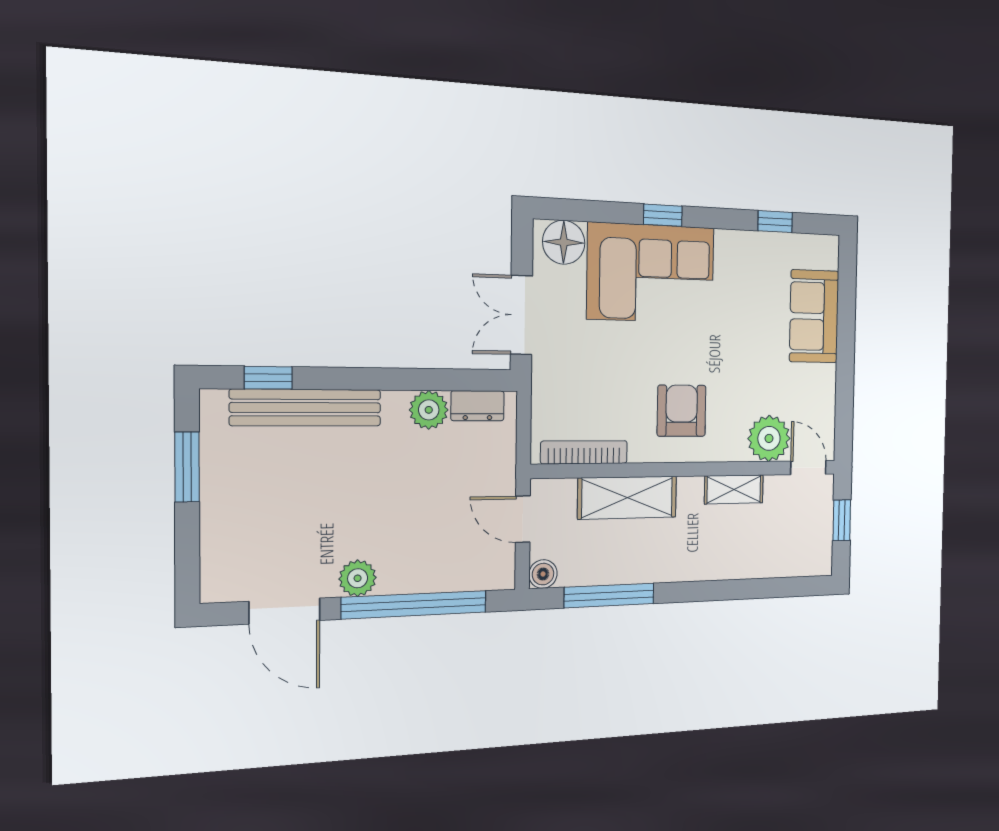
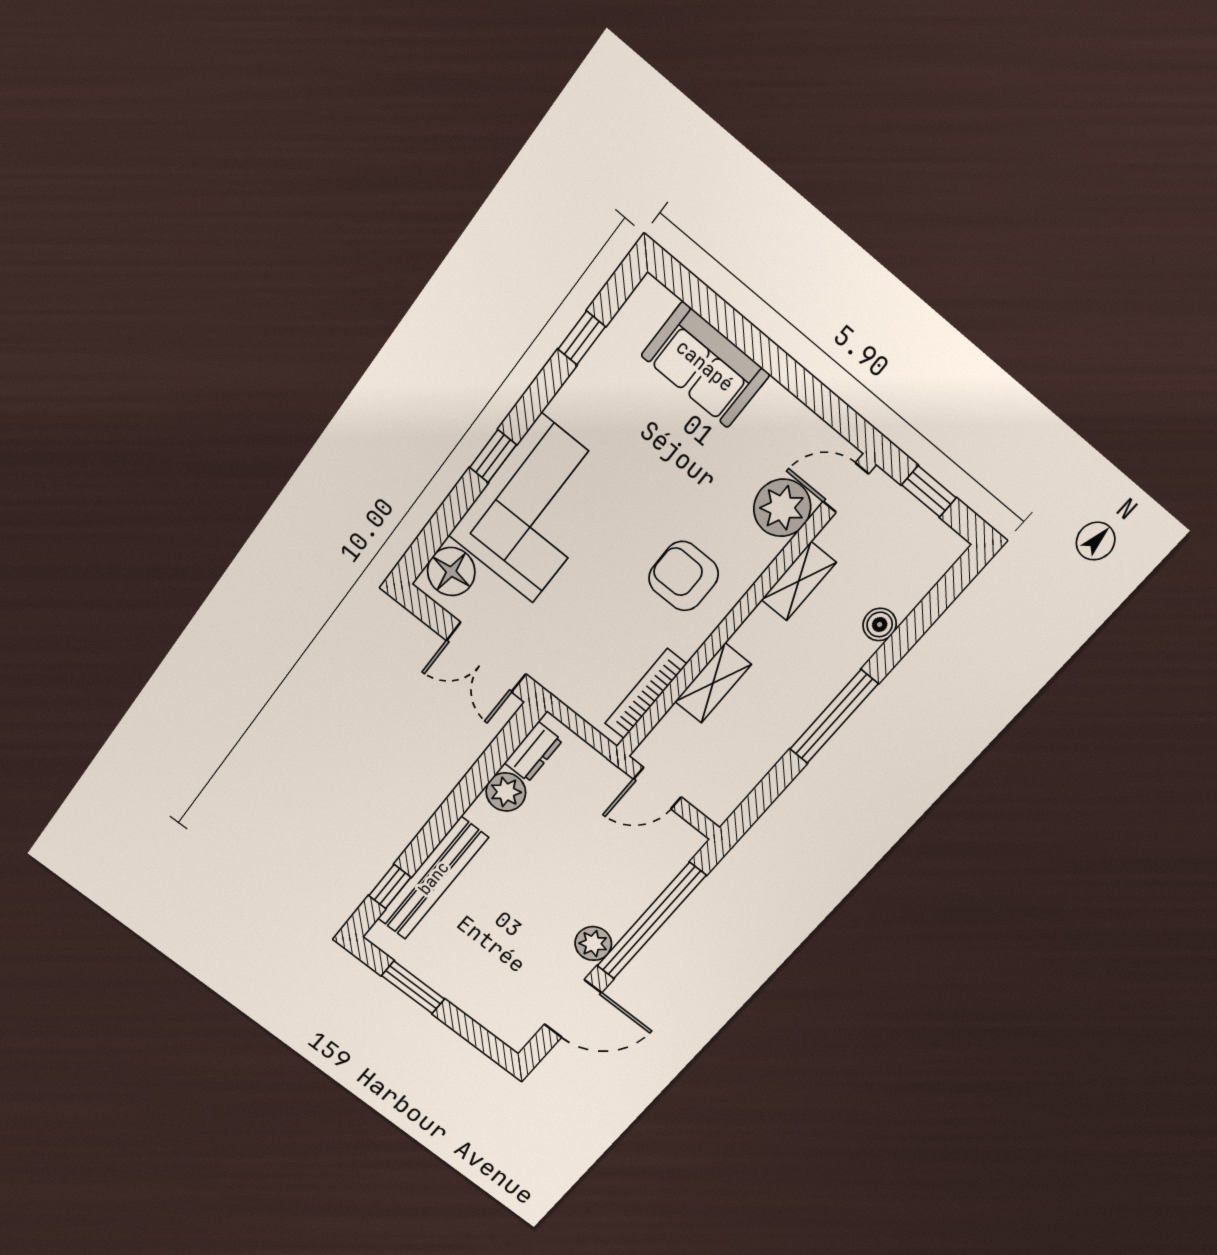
shelving: (627, 498) -> (713, 683), width x0.67, depth x0.75
boiler: (543, 574) -> (880, 625), moved
window: (609, 596) -> (834, 717), moved

